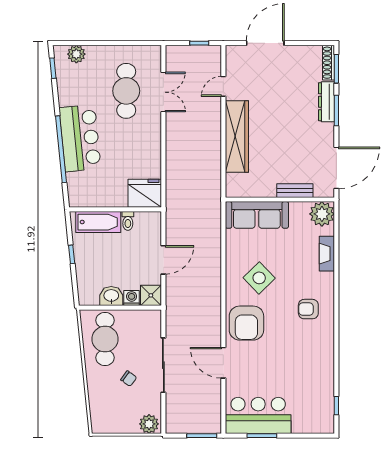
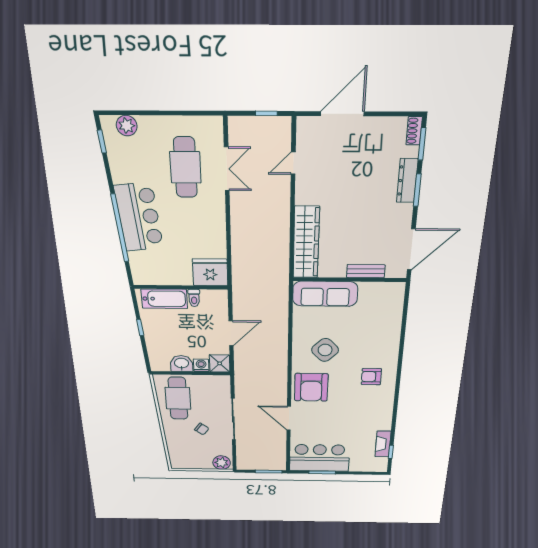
shoe rack: (328, 63) -> (414, 131), width x0.70
wardrobe: (237, 136) -> (306, 242), moved
plant: (322, 214) -> (392, 294), removed
fireplace: (327, 254) -> (383, 444), moved

